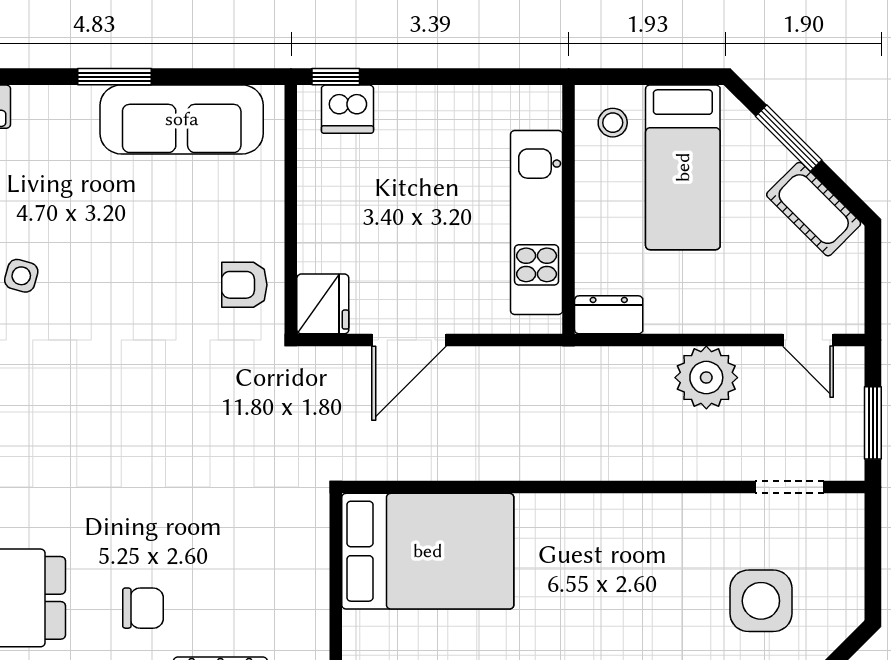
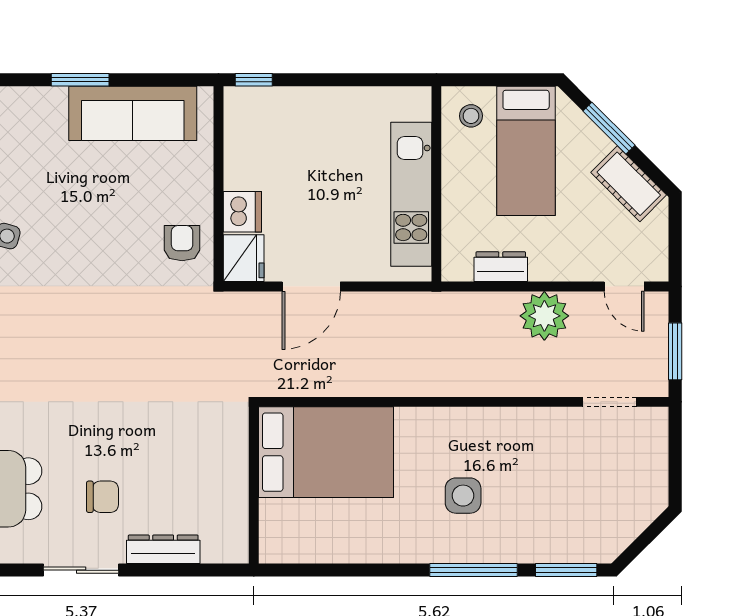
dishwasher: (347, 109) -> (242, 212), moved, turned -90
armchair: (244, 285) -> (182, 243), turned 90
dresser: (609, 315) -> (501, 267), moved
side table: (761, 601) -> (463, 496), moved, width x0.73, depth x0.73

